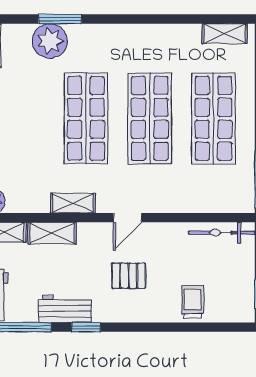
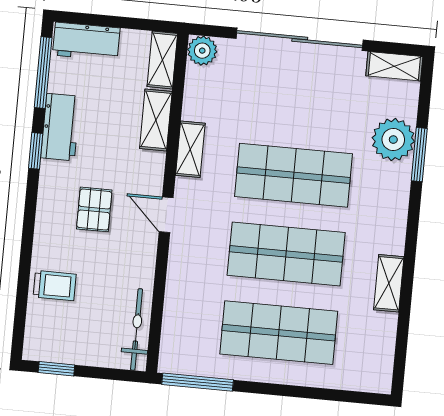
shelving: (225, 34) -> (389, 283), moved

